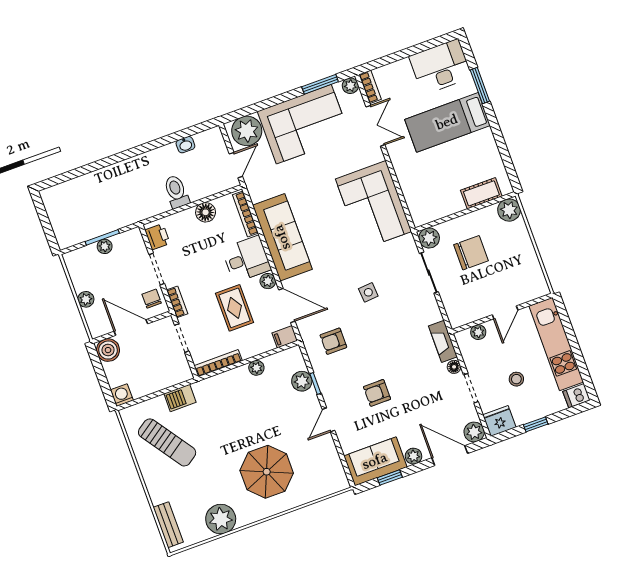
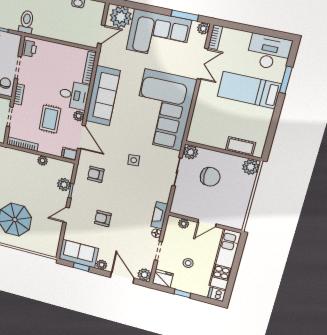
toilet: (176, 192) -> (26, 22), moved
corner sofa: (374, 205) -> (163, 110), width x1.36, depth x1.36
floor lamp: (206, 212) -> (66, 52), removed

